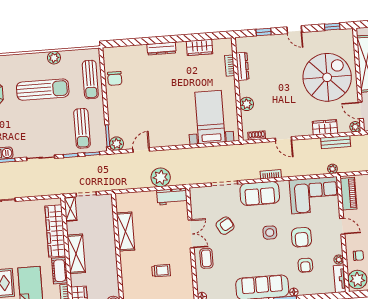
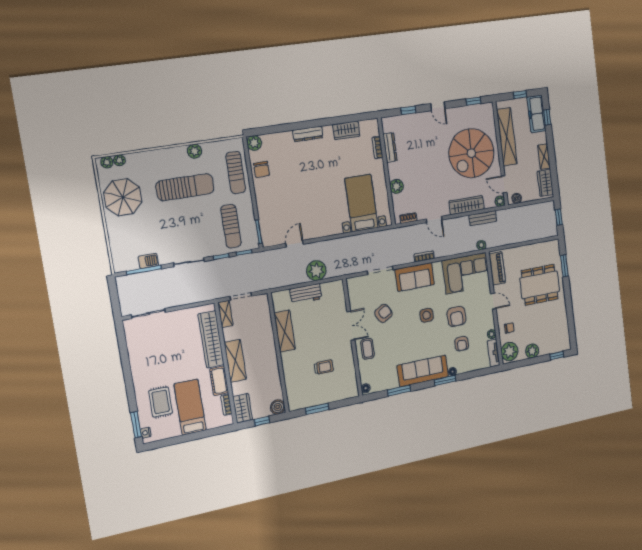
spiral stairs: (327, 77) -> (471, 153), turned 180
wardrobe: (325, 127) -> (467, 205), width x1.50
plant: (117, 144) -> (254, 143), moved
workbench: (172, 197) -> (306, 294), moved

